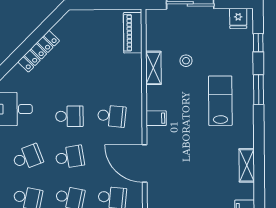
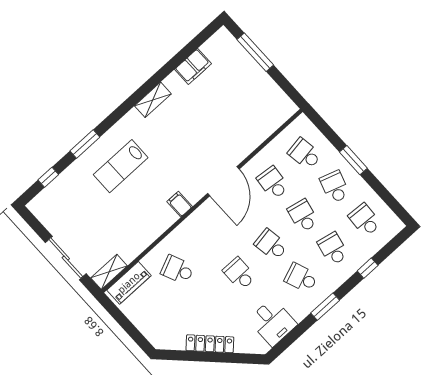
fridge: (238, 18) -> (43, 210), removed
stool: (186, 61) -> (113, 221), removed
shelving: (153, 68) -> (109, 272), moved
school desk: (112, 116) -> (177, 270), moved, turned -30

